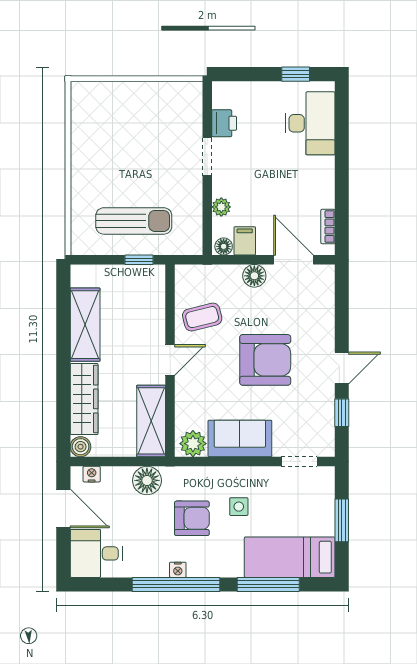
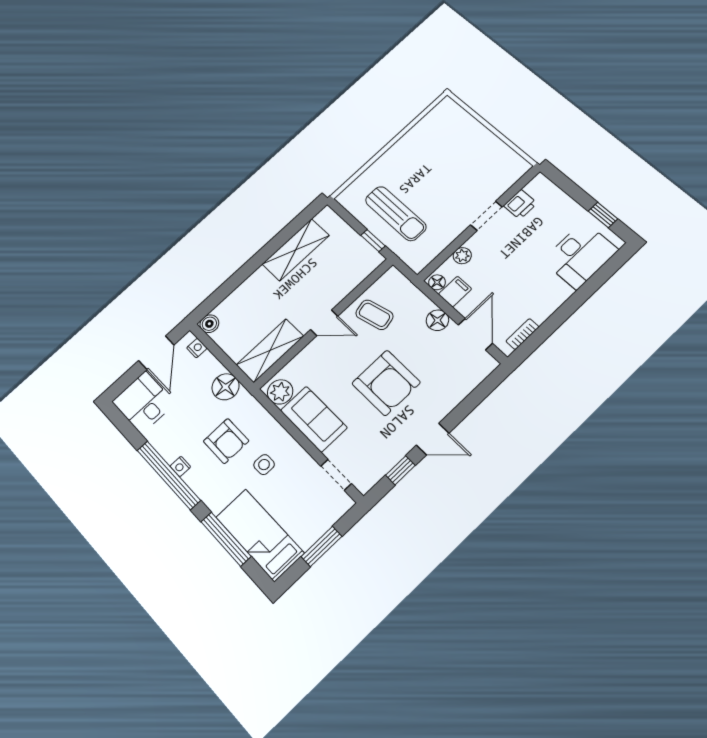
wardrobe: (84, 399) -> (244, 296), removed

